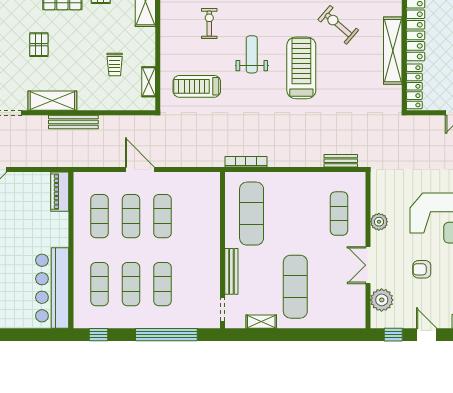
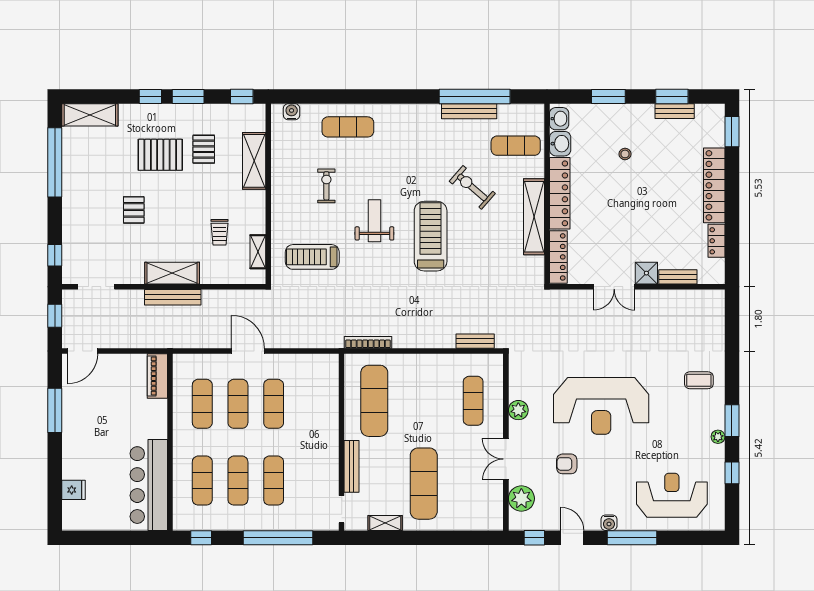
shelving: (52, 101) -> (172, 273), moved

